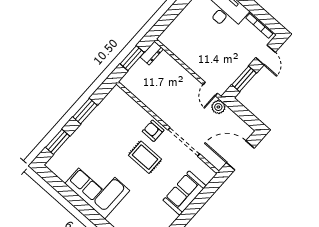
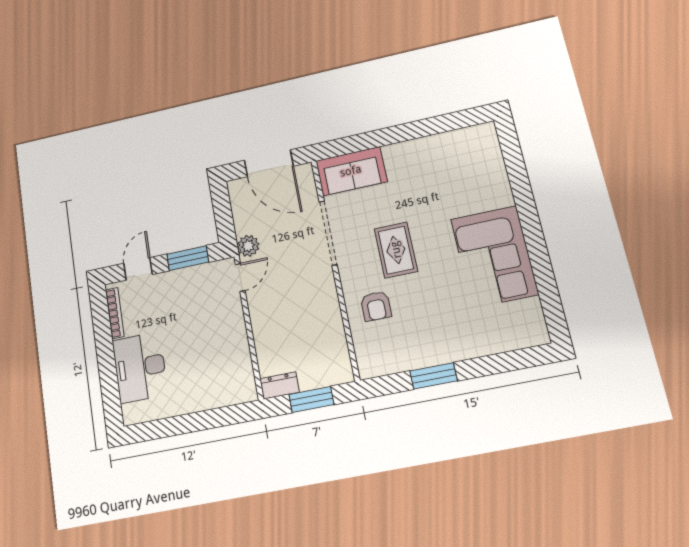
armchair: (153, 131) -> (376, 306), moved
window: (58, 142) -> (506, 362), removed
sofa: (184, 193) -> (351, 171), moved

